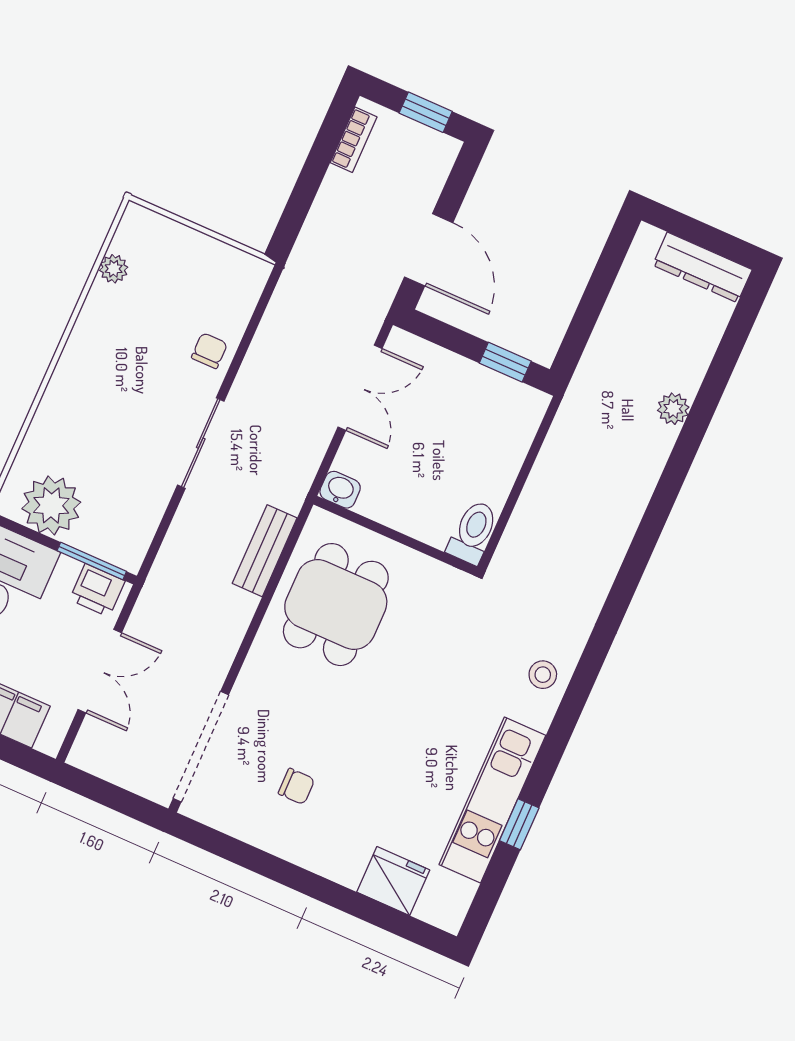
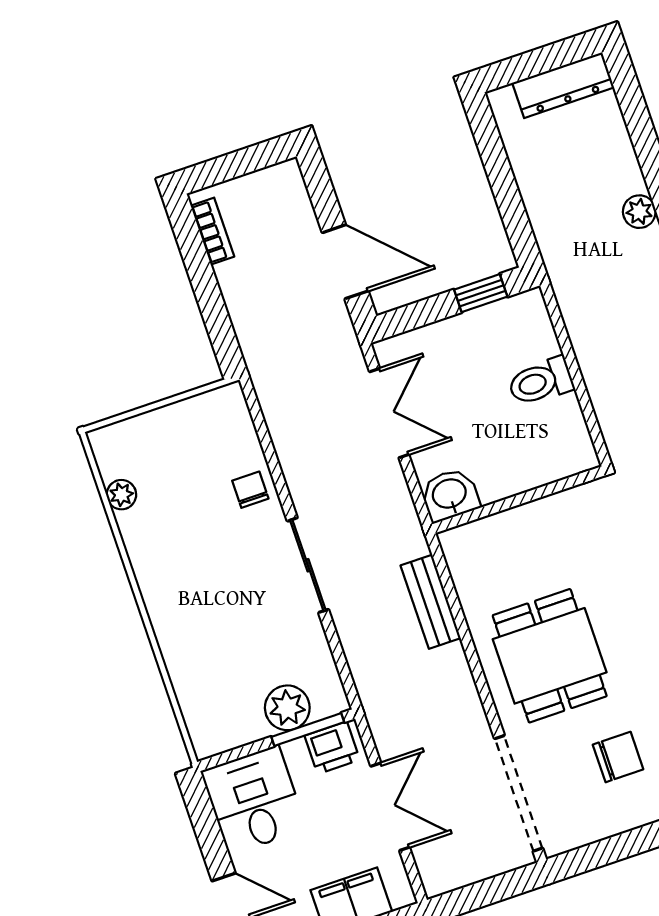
window: (426, 112) -> (248, 160), removed
washbasin: (340, 490) -> (450, 495), width x1.38, depth x1.45
plant: (51, 505) -> (287, 708), moved, width x0.73, depth x0.73
toilet: (473, 532) -> (541, 381), moved, turned -90
dining table: (336, 605) -> (550, 656), moved
chair: (296, 786) -> (618, 757), width x1.37, depth x1.37

